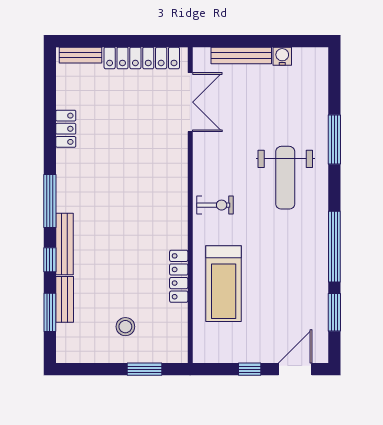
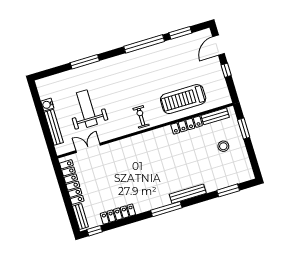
double door: (190, 102) -> (88, 148), width x0.73
locker: (66, 129) -> (118, 214), width x1.53
weight bench: (285, 178) -> (87, 109), moved, turned -90
window: (50, 260) -> (95, 231), moved
treadmill: (224, 284) -> (183, 99), turned 180
bench: (65, 299) -> (215, 116), moved
door: (295, 369) -> (219, 45), hinge flipped

